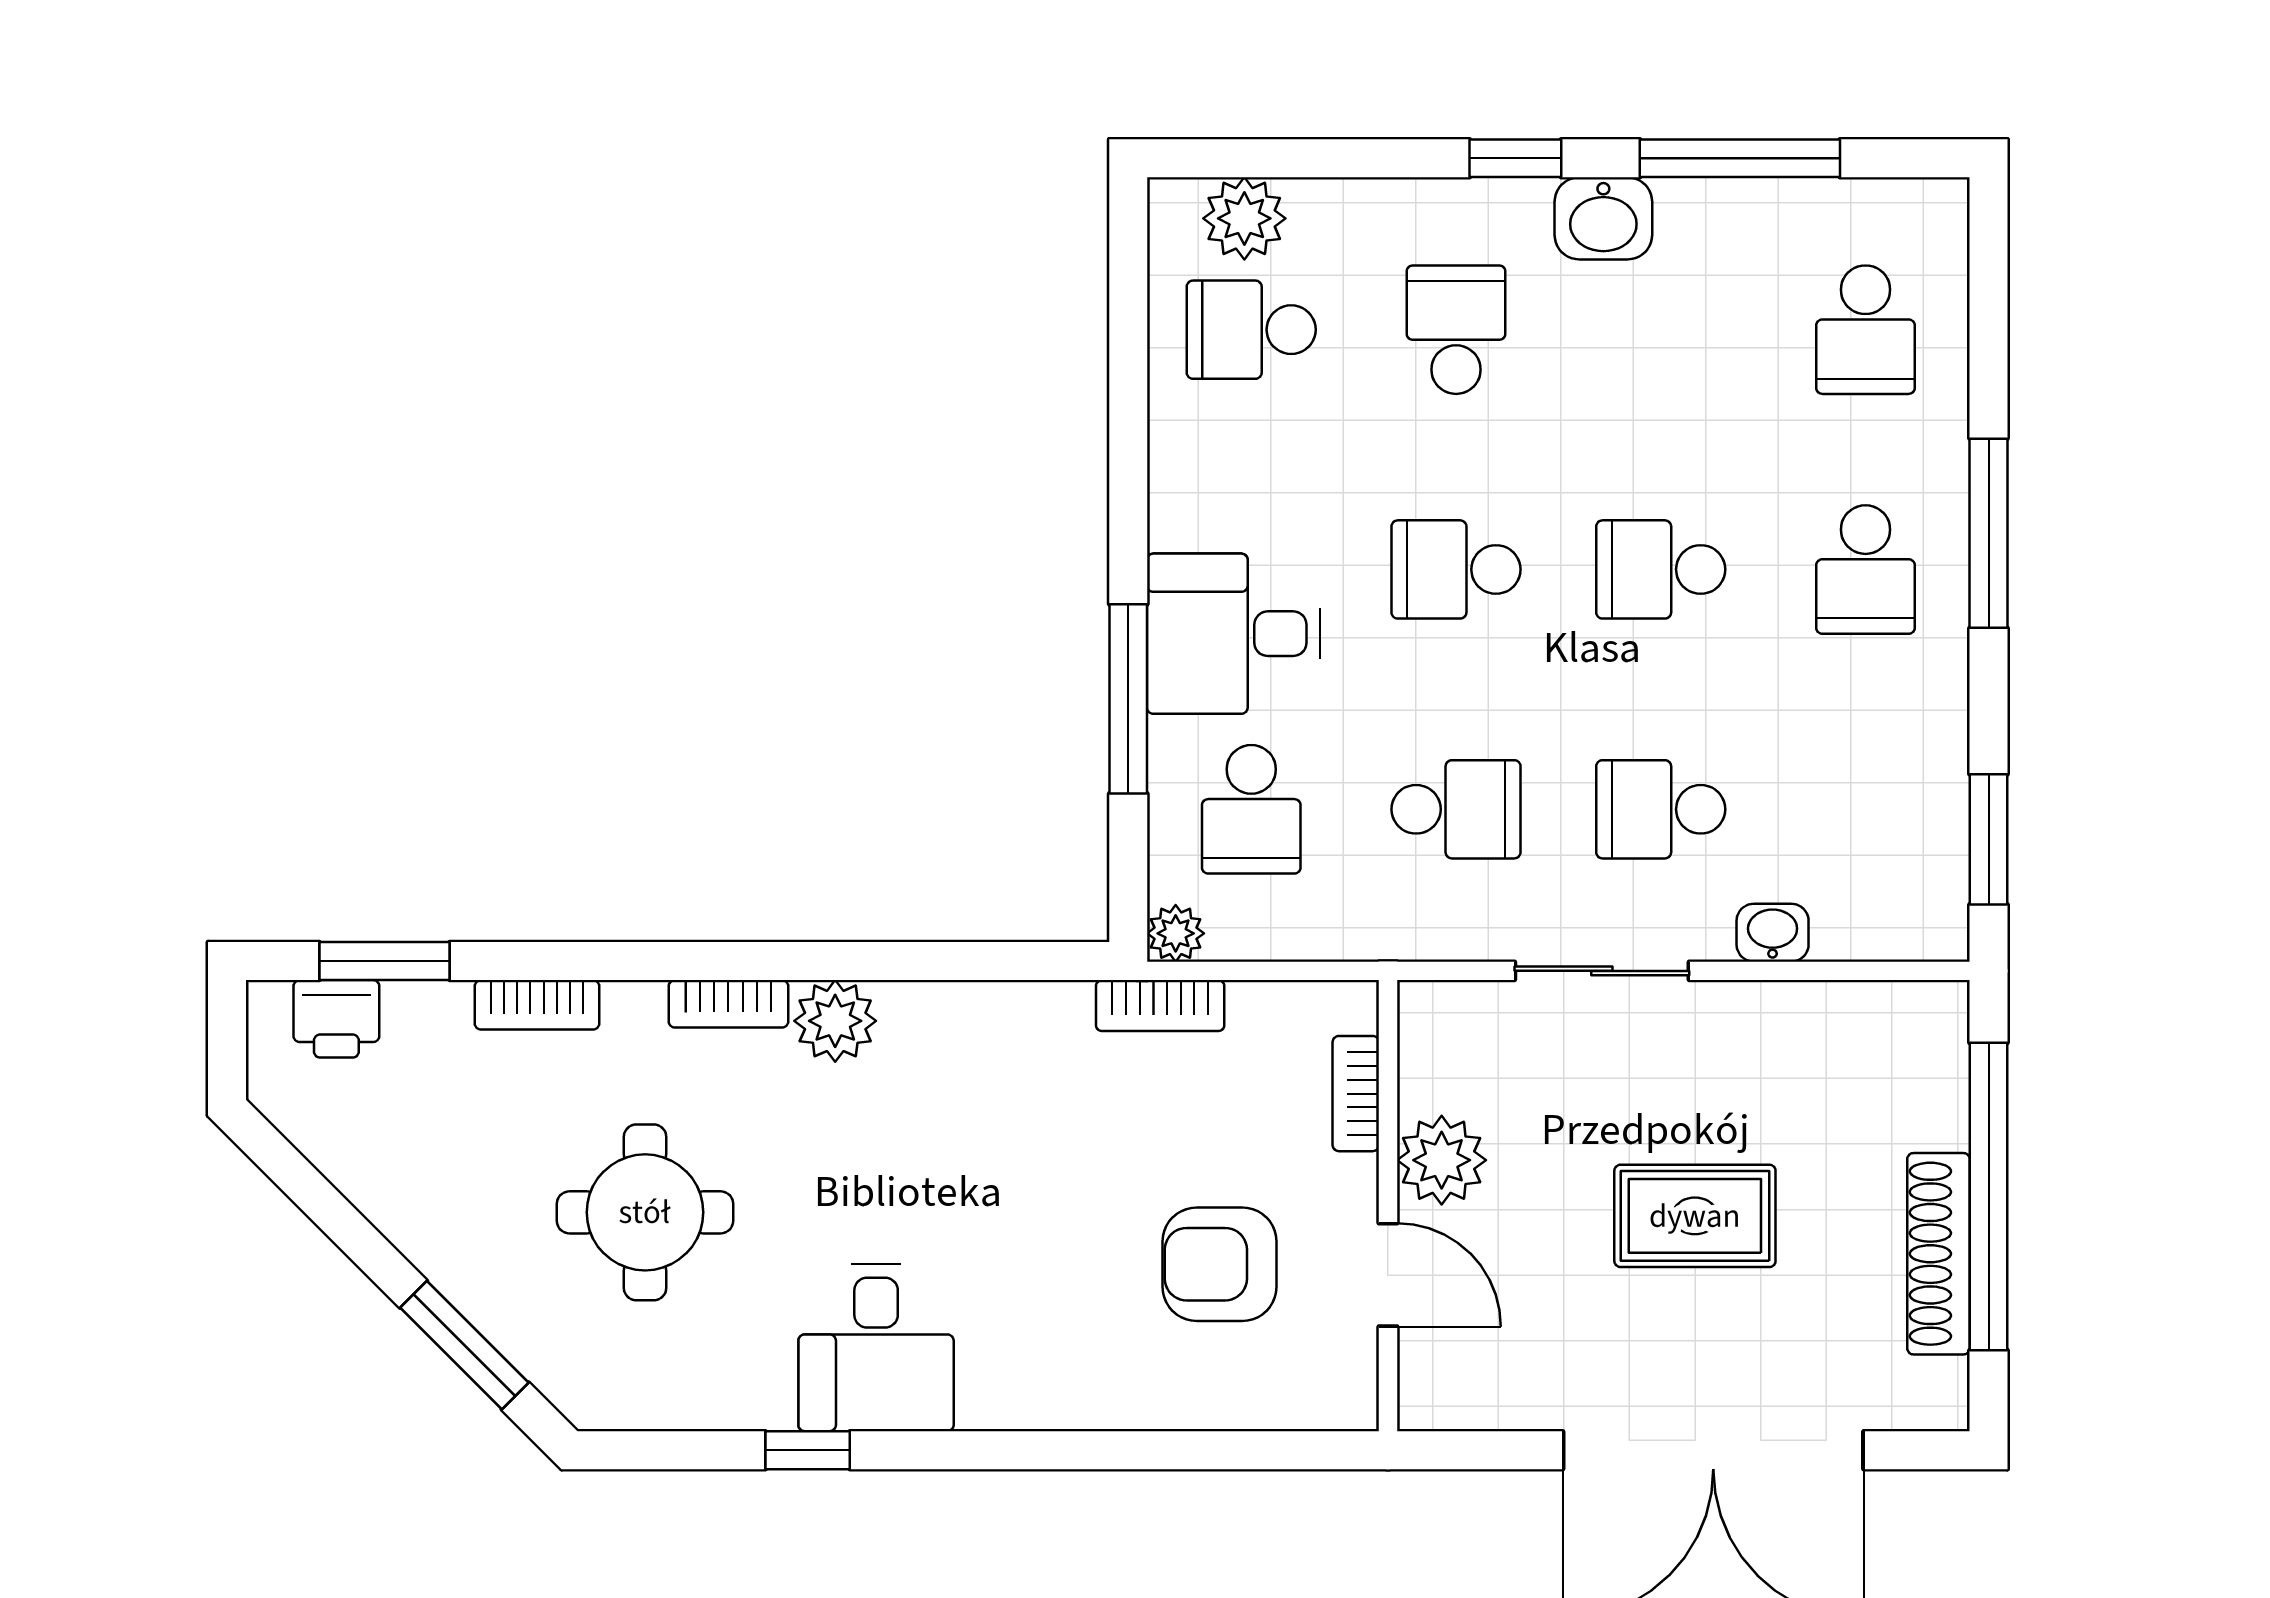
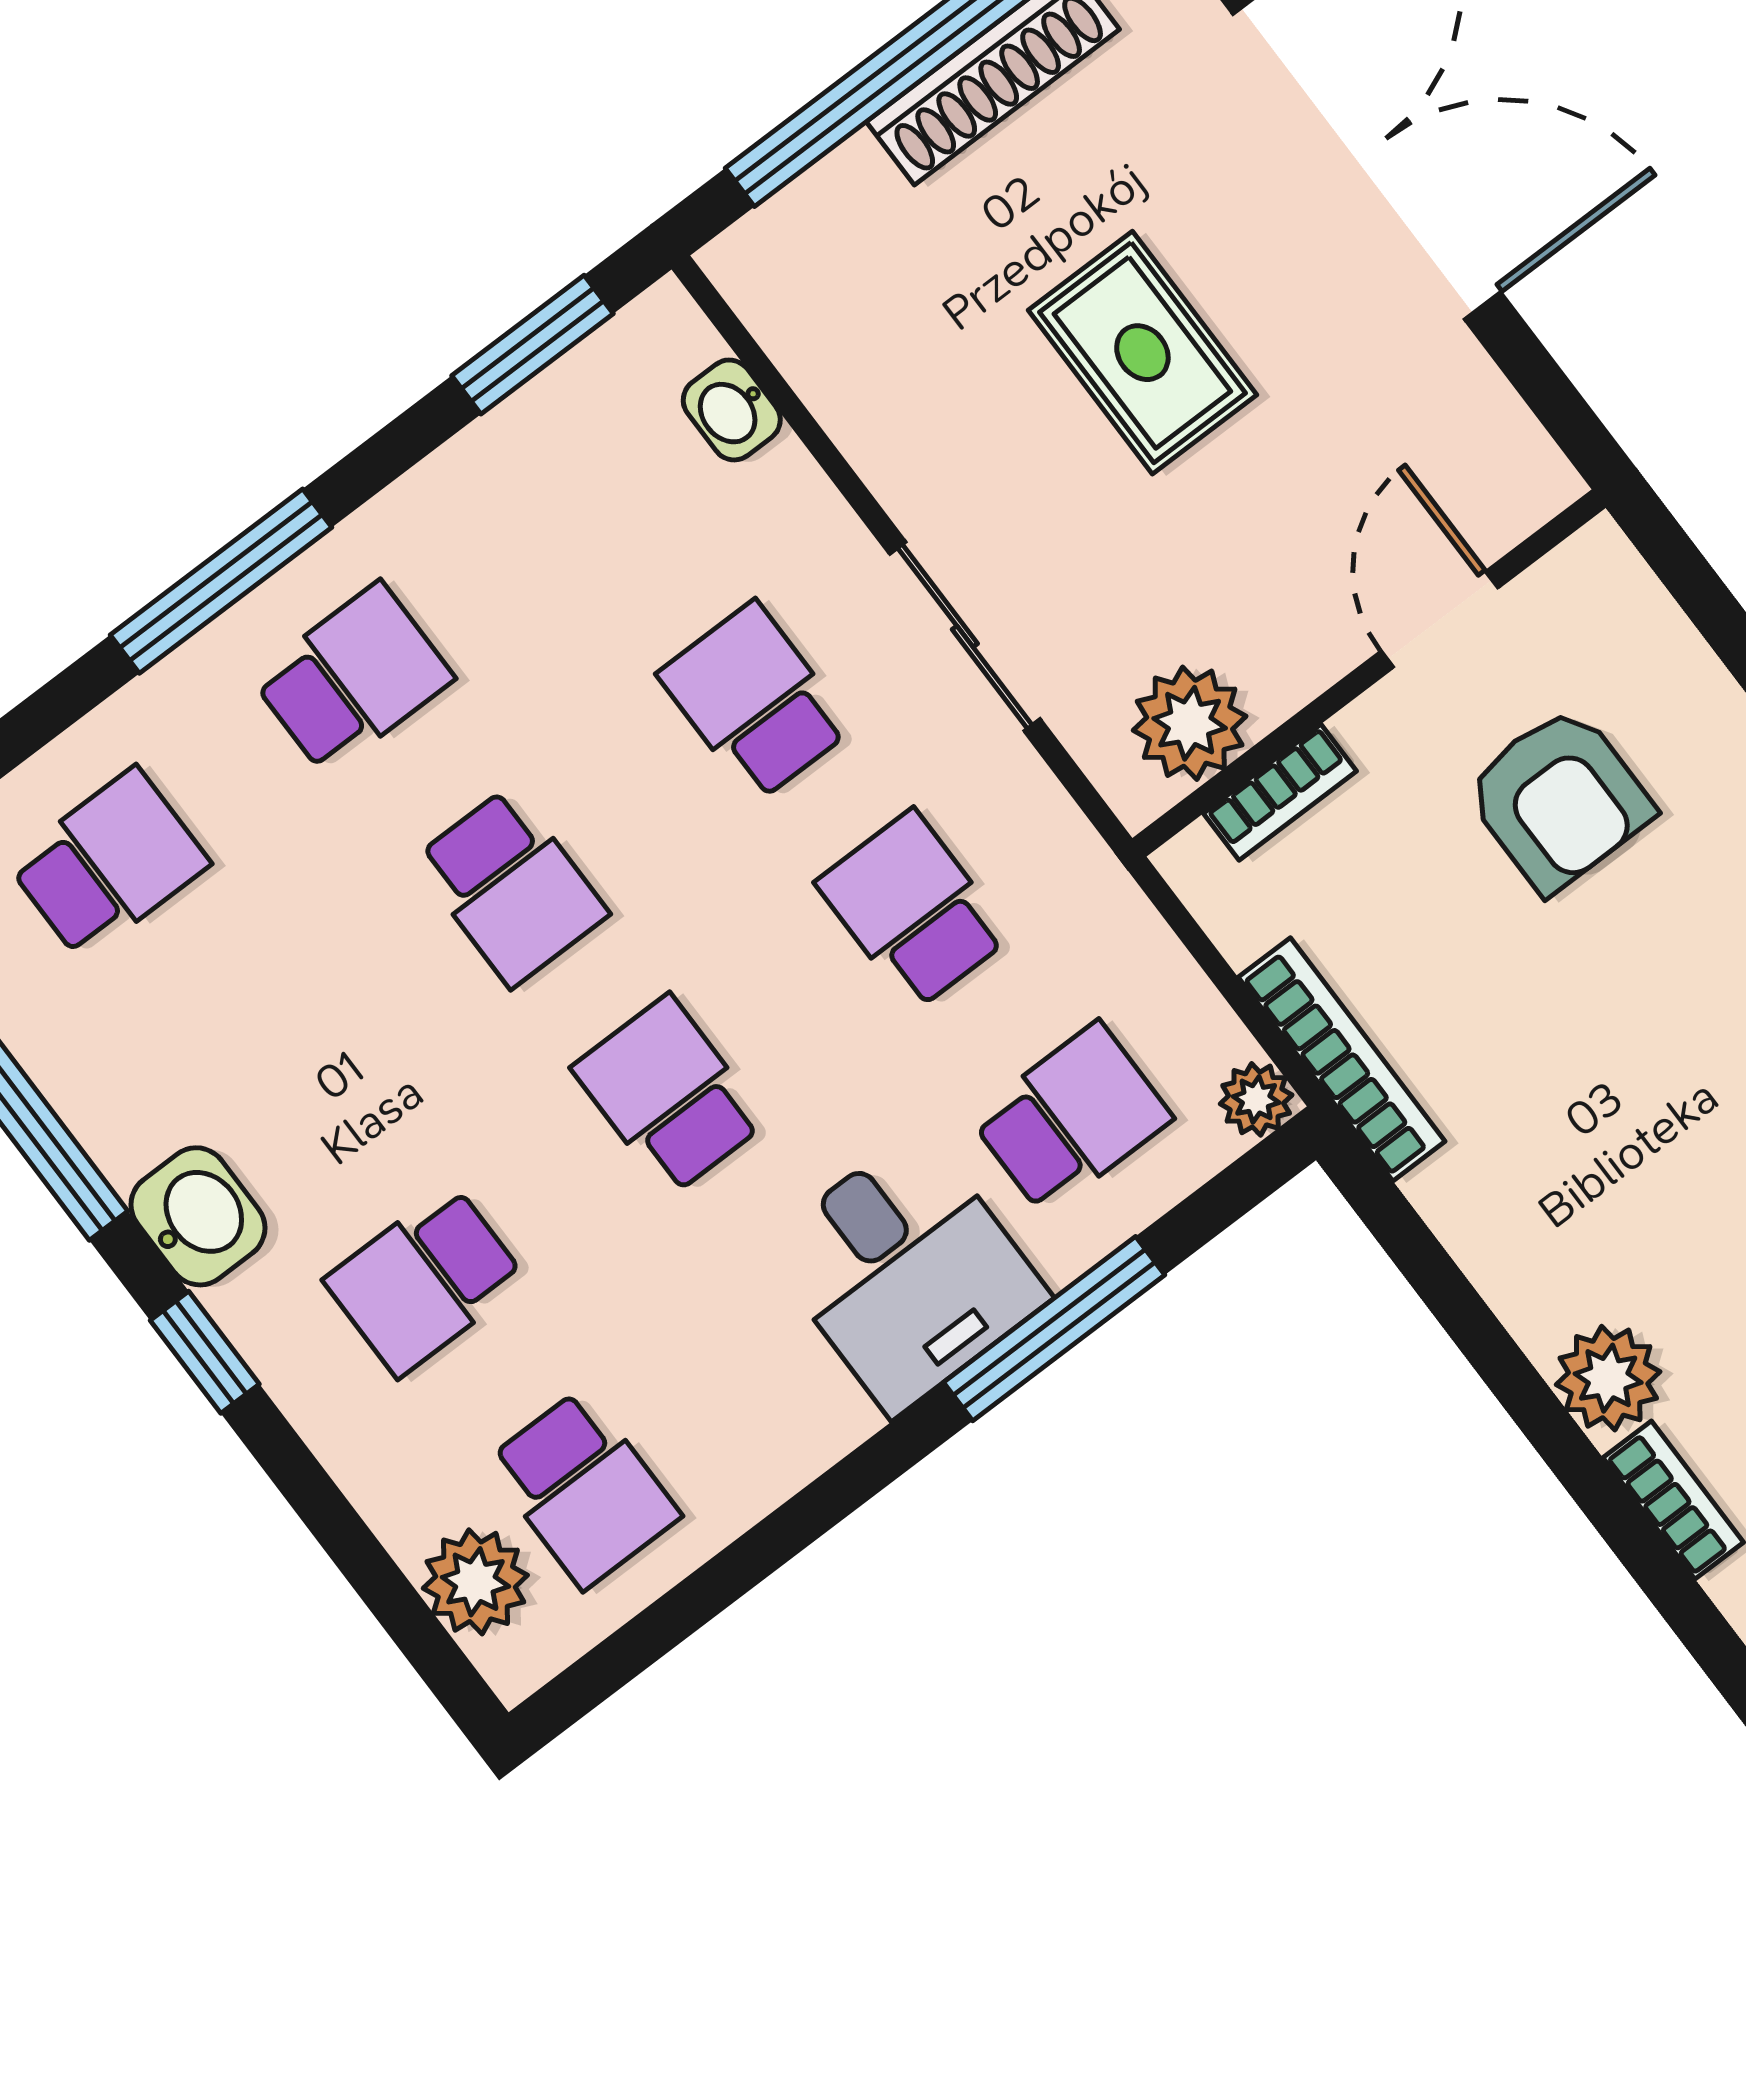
school desk: (1456, 569) -> (669, 1095), turned 180
school desk: (1661, 809) -> (755, 701), turned 180
washbasin: (1773, 933) -> (732, 410), moved
bookcase: (1160, 1006) -> (1342, 1059), width x1.56
plant: (1442, 1160) -> (1190, 723), moved

